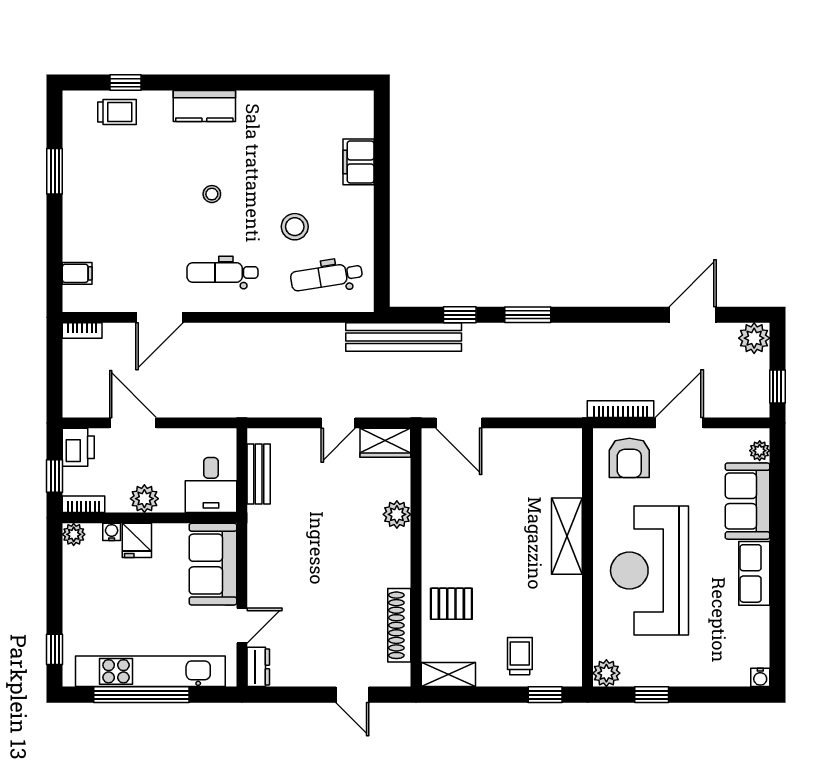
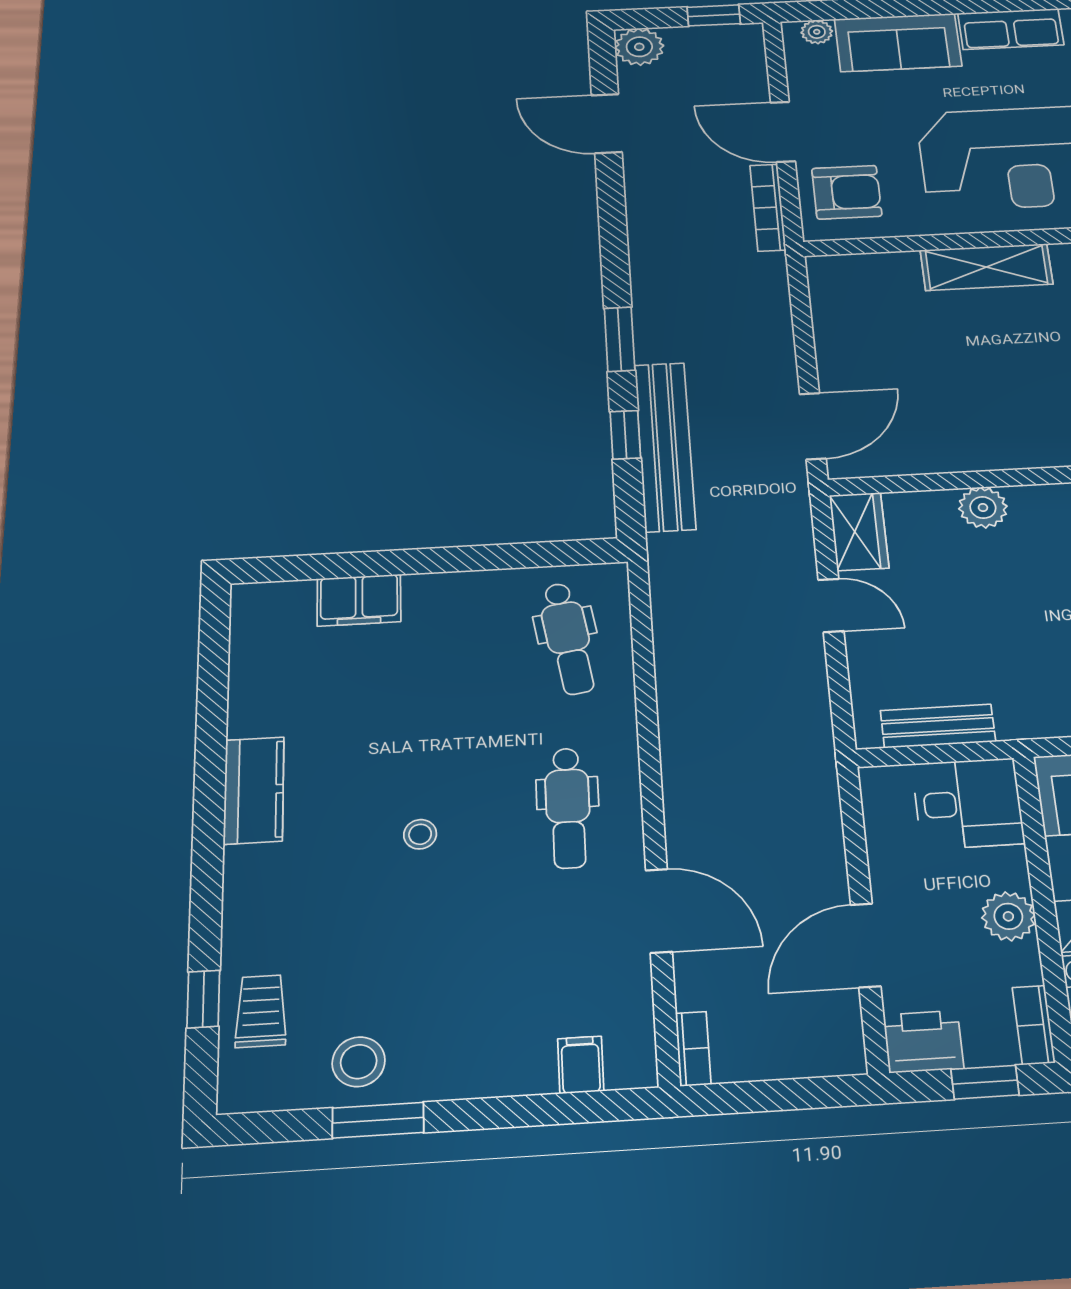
kitchen counter: (204, 106) -> (254, 790), moved
stool: (295, 227) -> (359, 1062), moved
bench: (404, 337) -> (665, 446), moved

